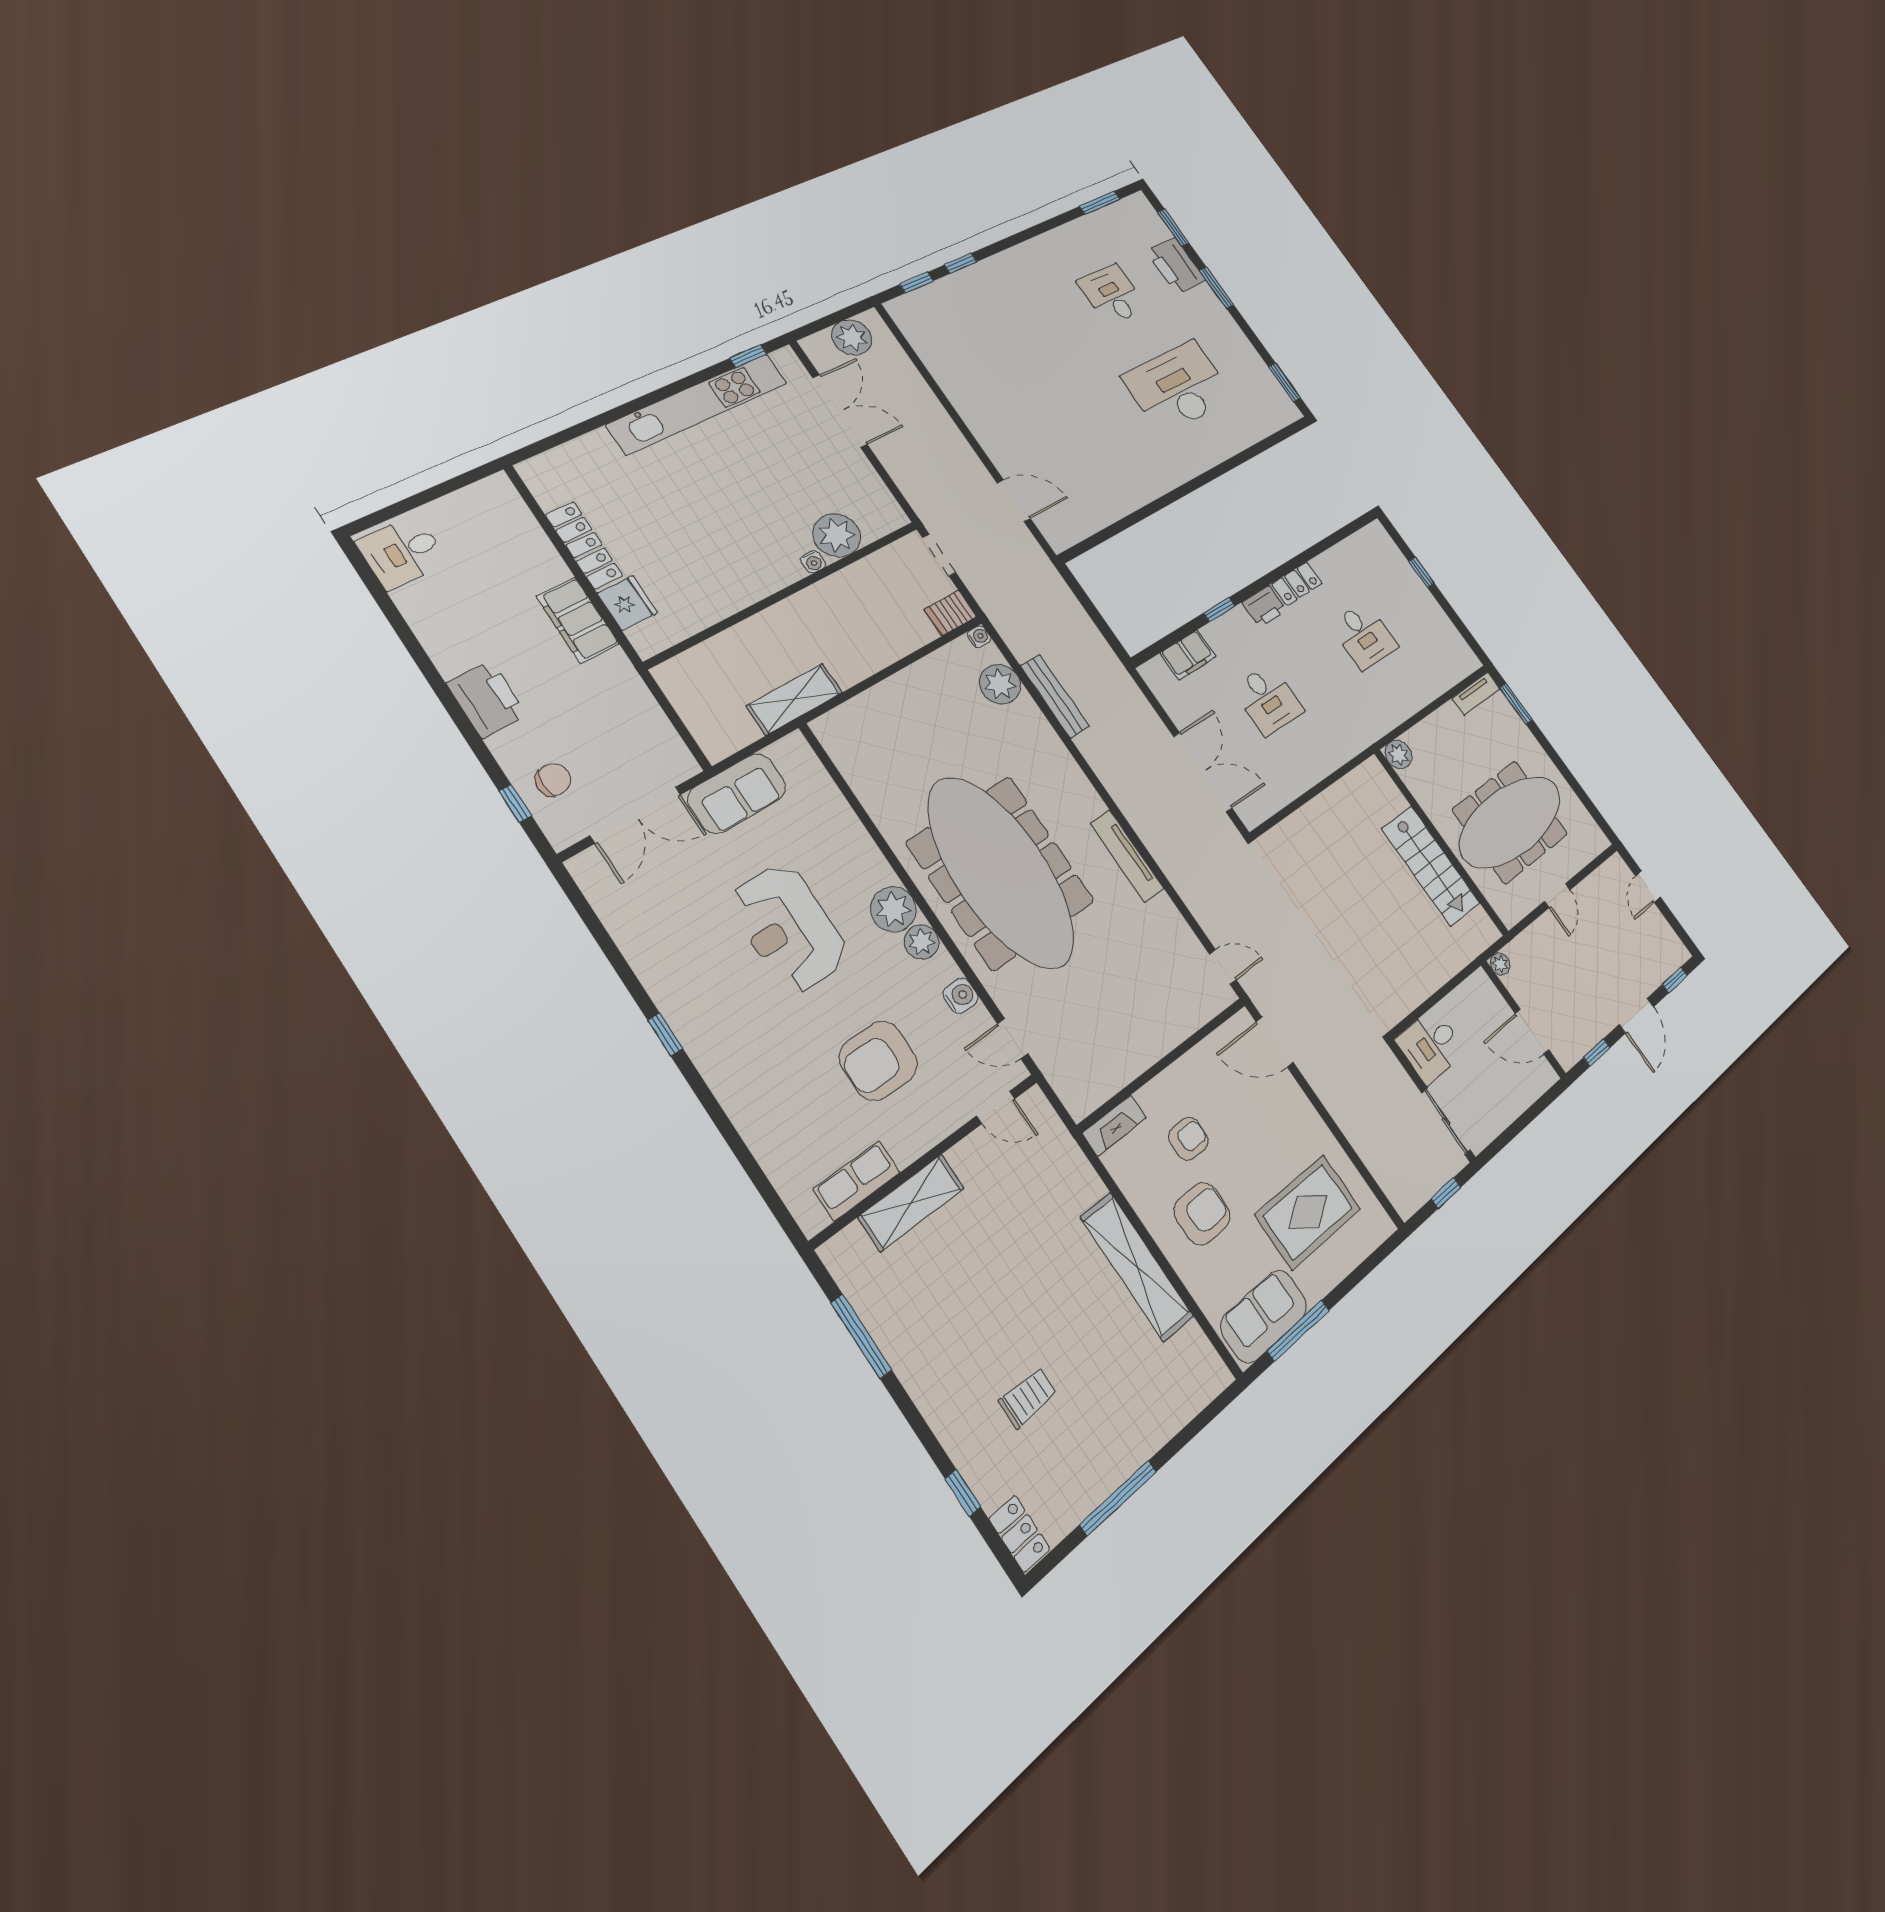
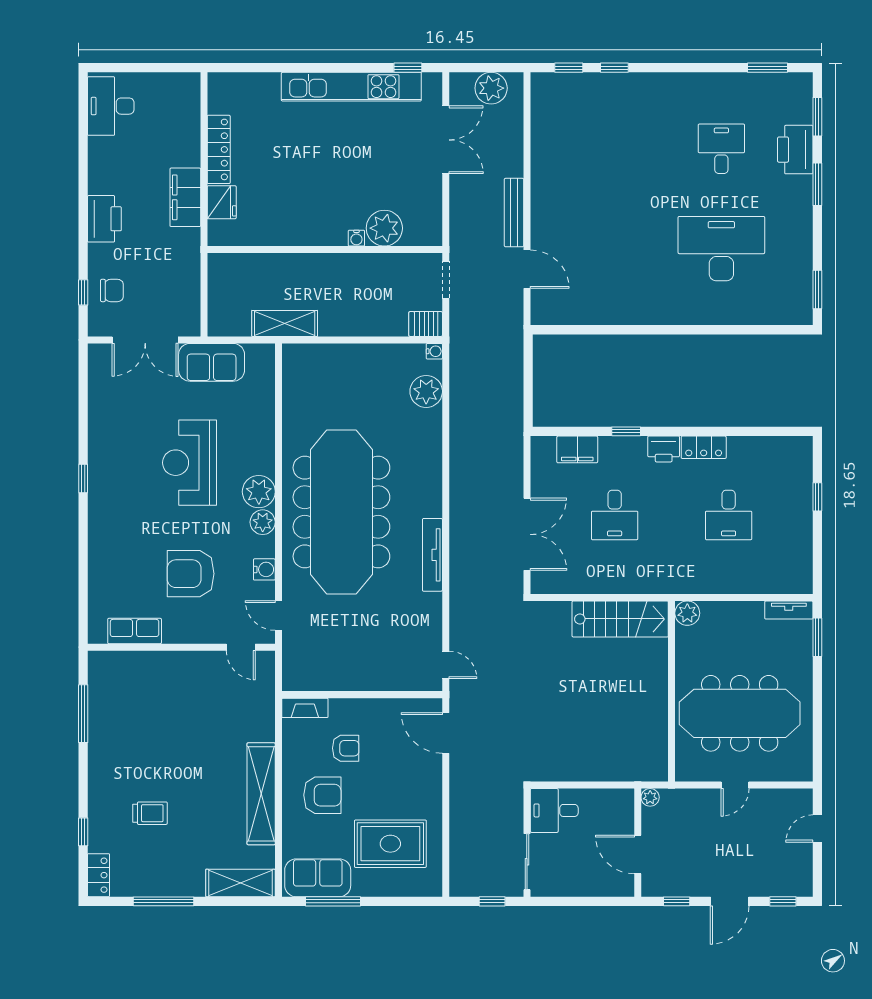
desk: (402, 552) -> (111, 106), width x1.37
bench: (1055, 696) -> (514, 213), moved
stairs: (1431, 866) -> (620, 619), moved, turned -90
shelving: (911, 1203) -> (240, 883), moved

